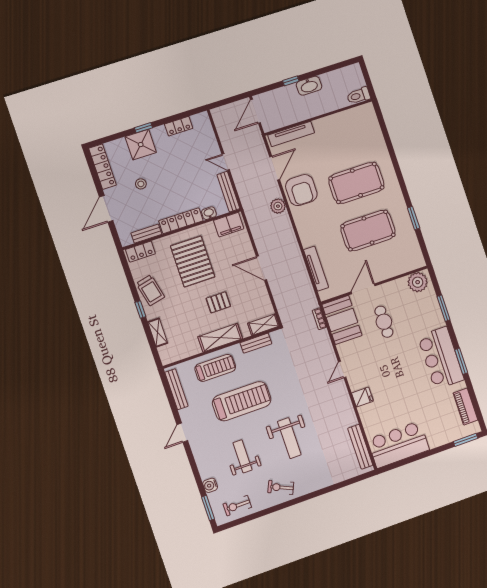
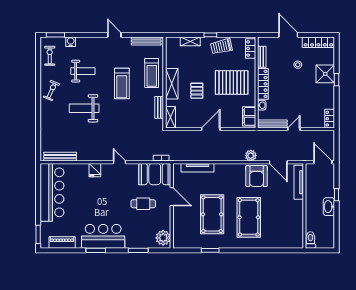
locker: (179, 126) -> (330, 119), moved
armchair: (301, 190) -> (257, 176), turned -90
treadmill: (242, 401) -> (122, 84), width x0.73, depth x0.73
bar counter: (398, 445) -> (52, 192), width x1.36

